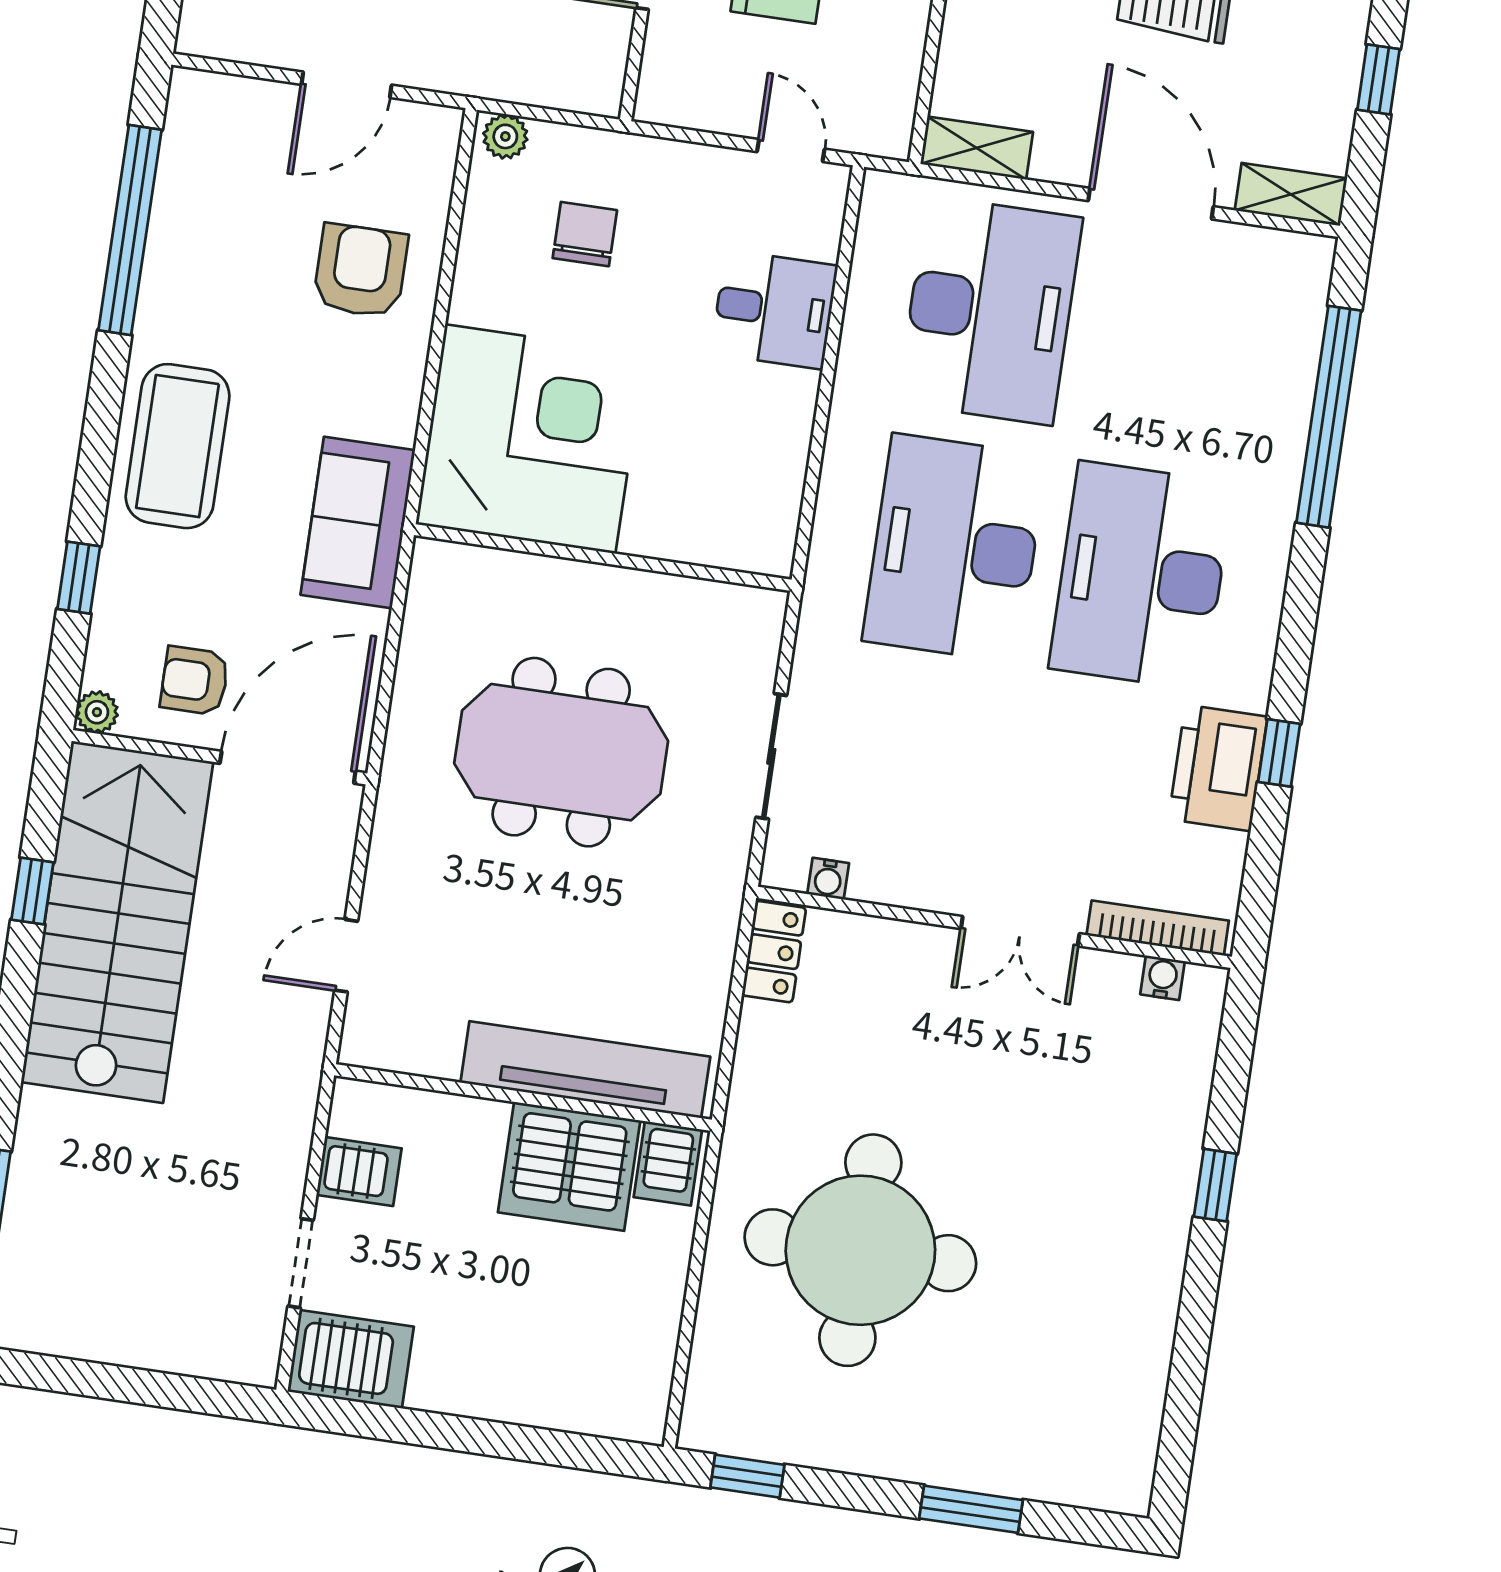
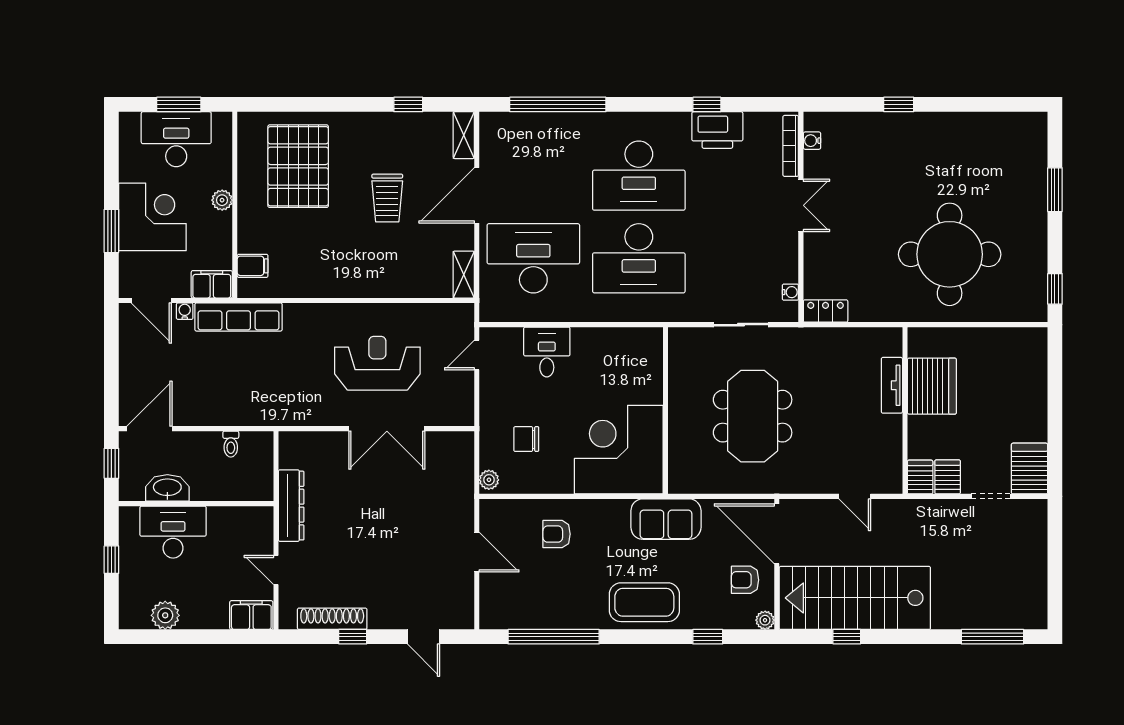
armchair: (360, 271) -> (557, 534), width x0.72, depth x0.72
armchair: (195, 681) -> (745, 580), turned 90
tv unit: (585, 1070) -> (892, 385), width x0.52, depth x0.78
server rack: (668, 1163) -> (920, 477), moved, turned -90

